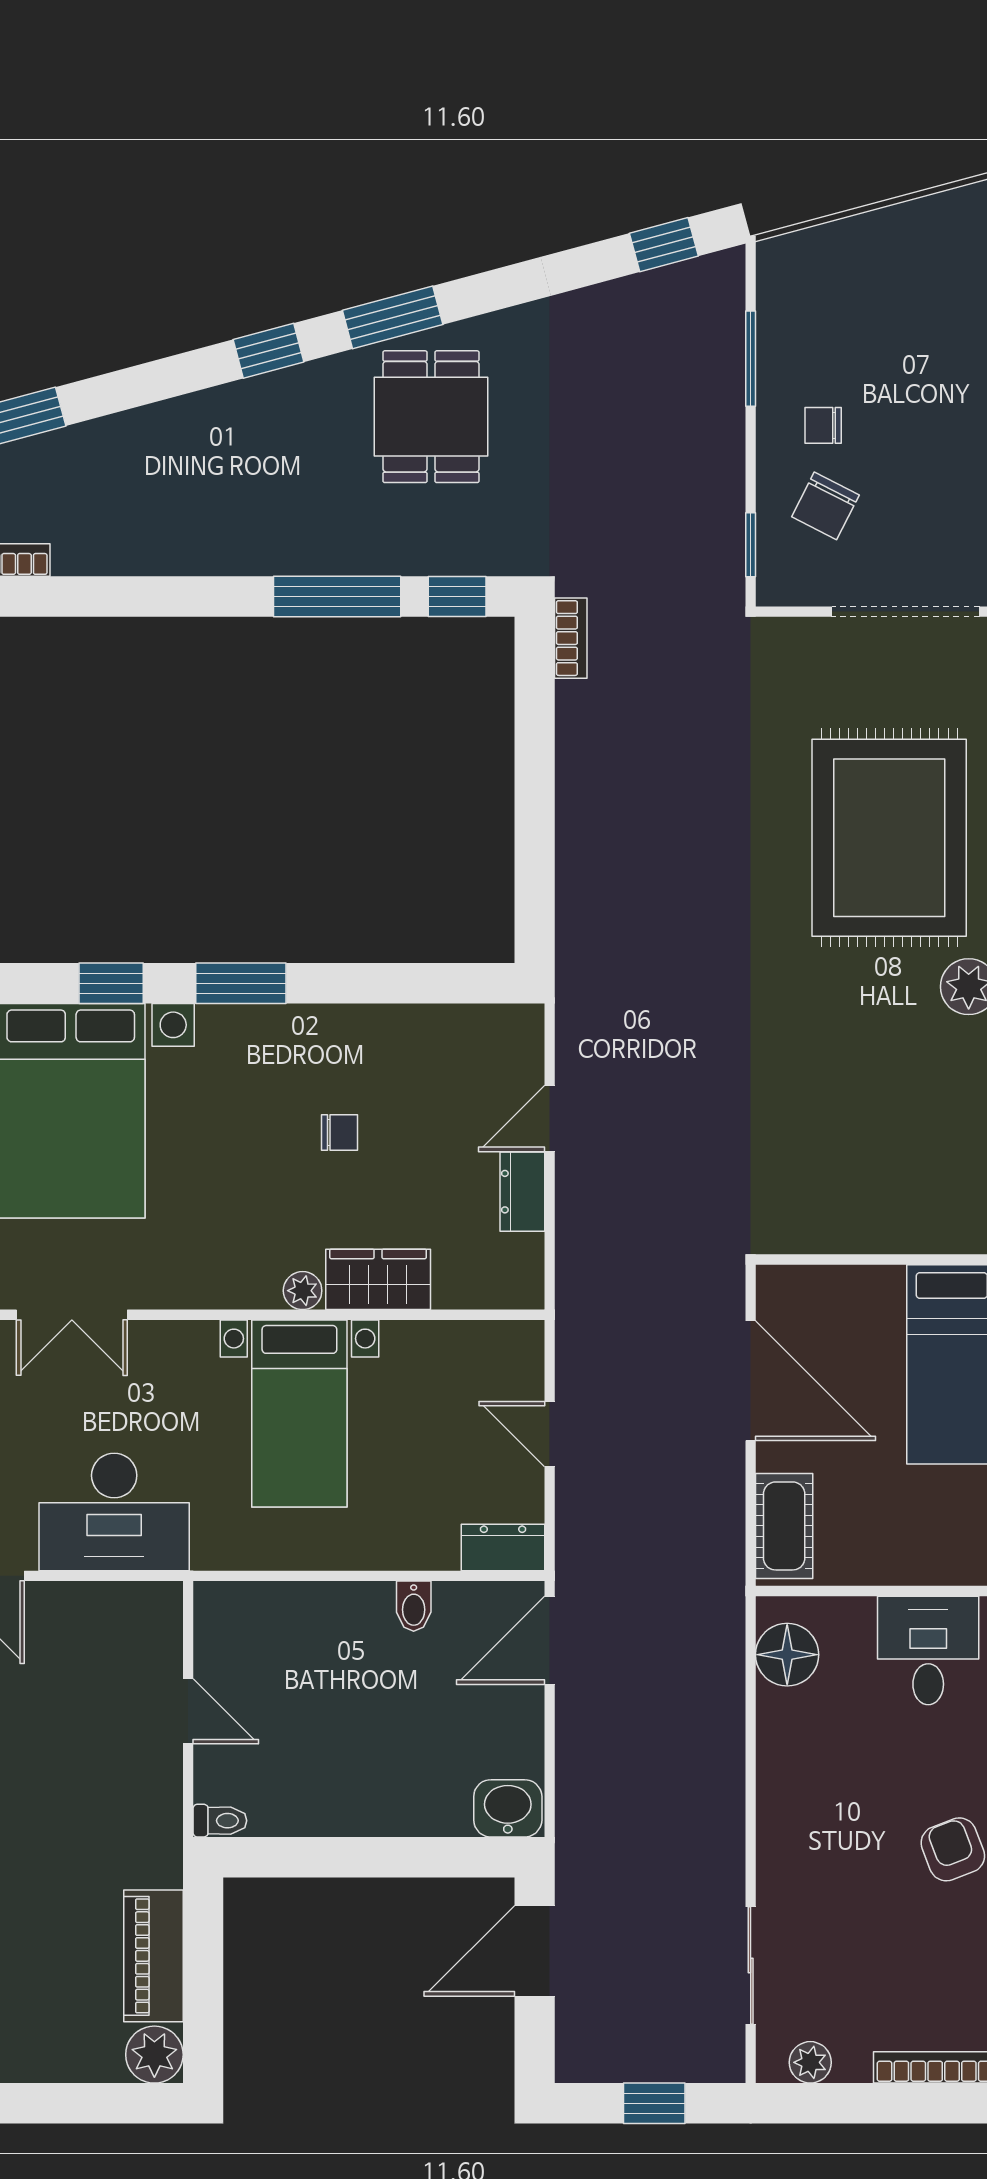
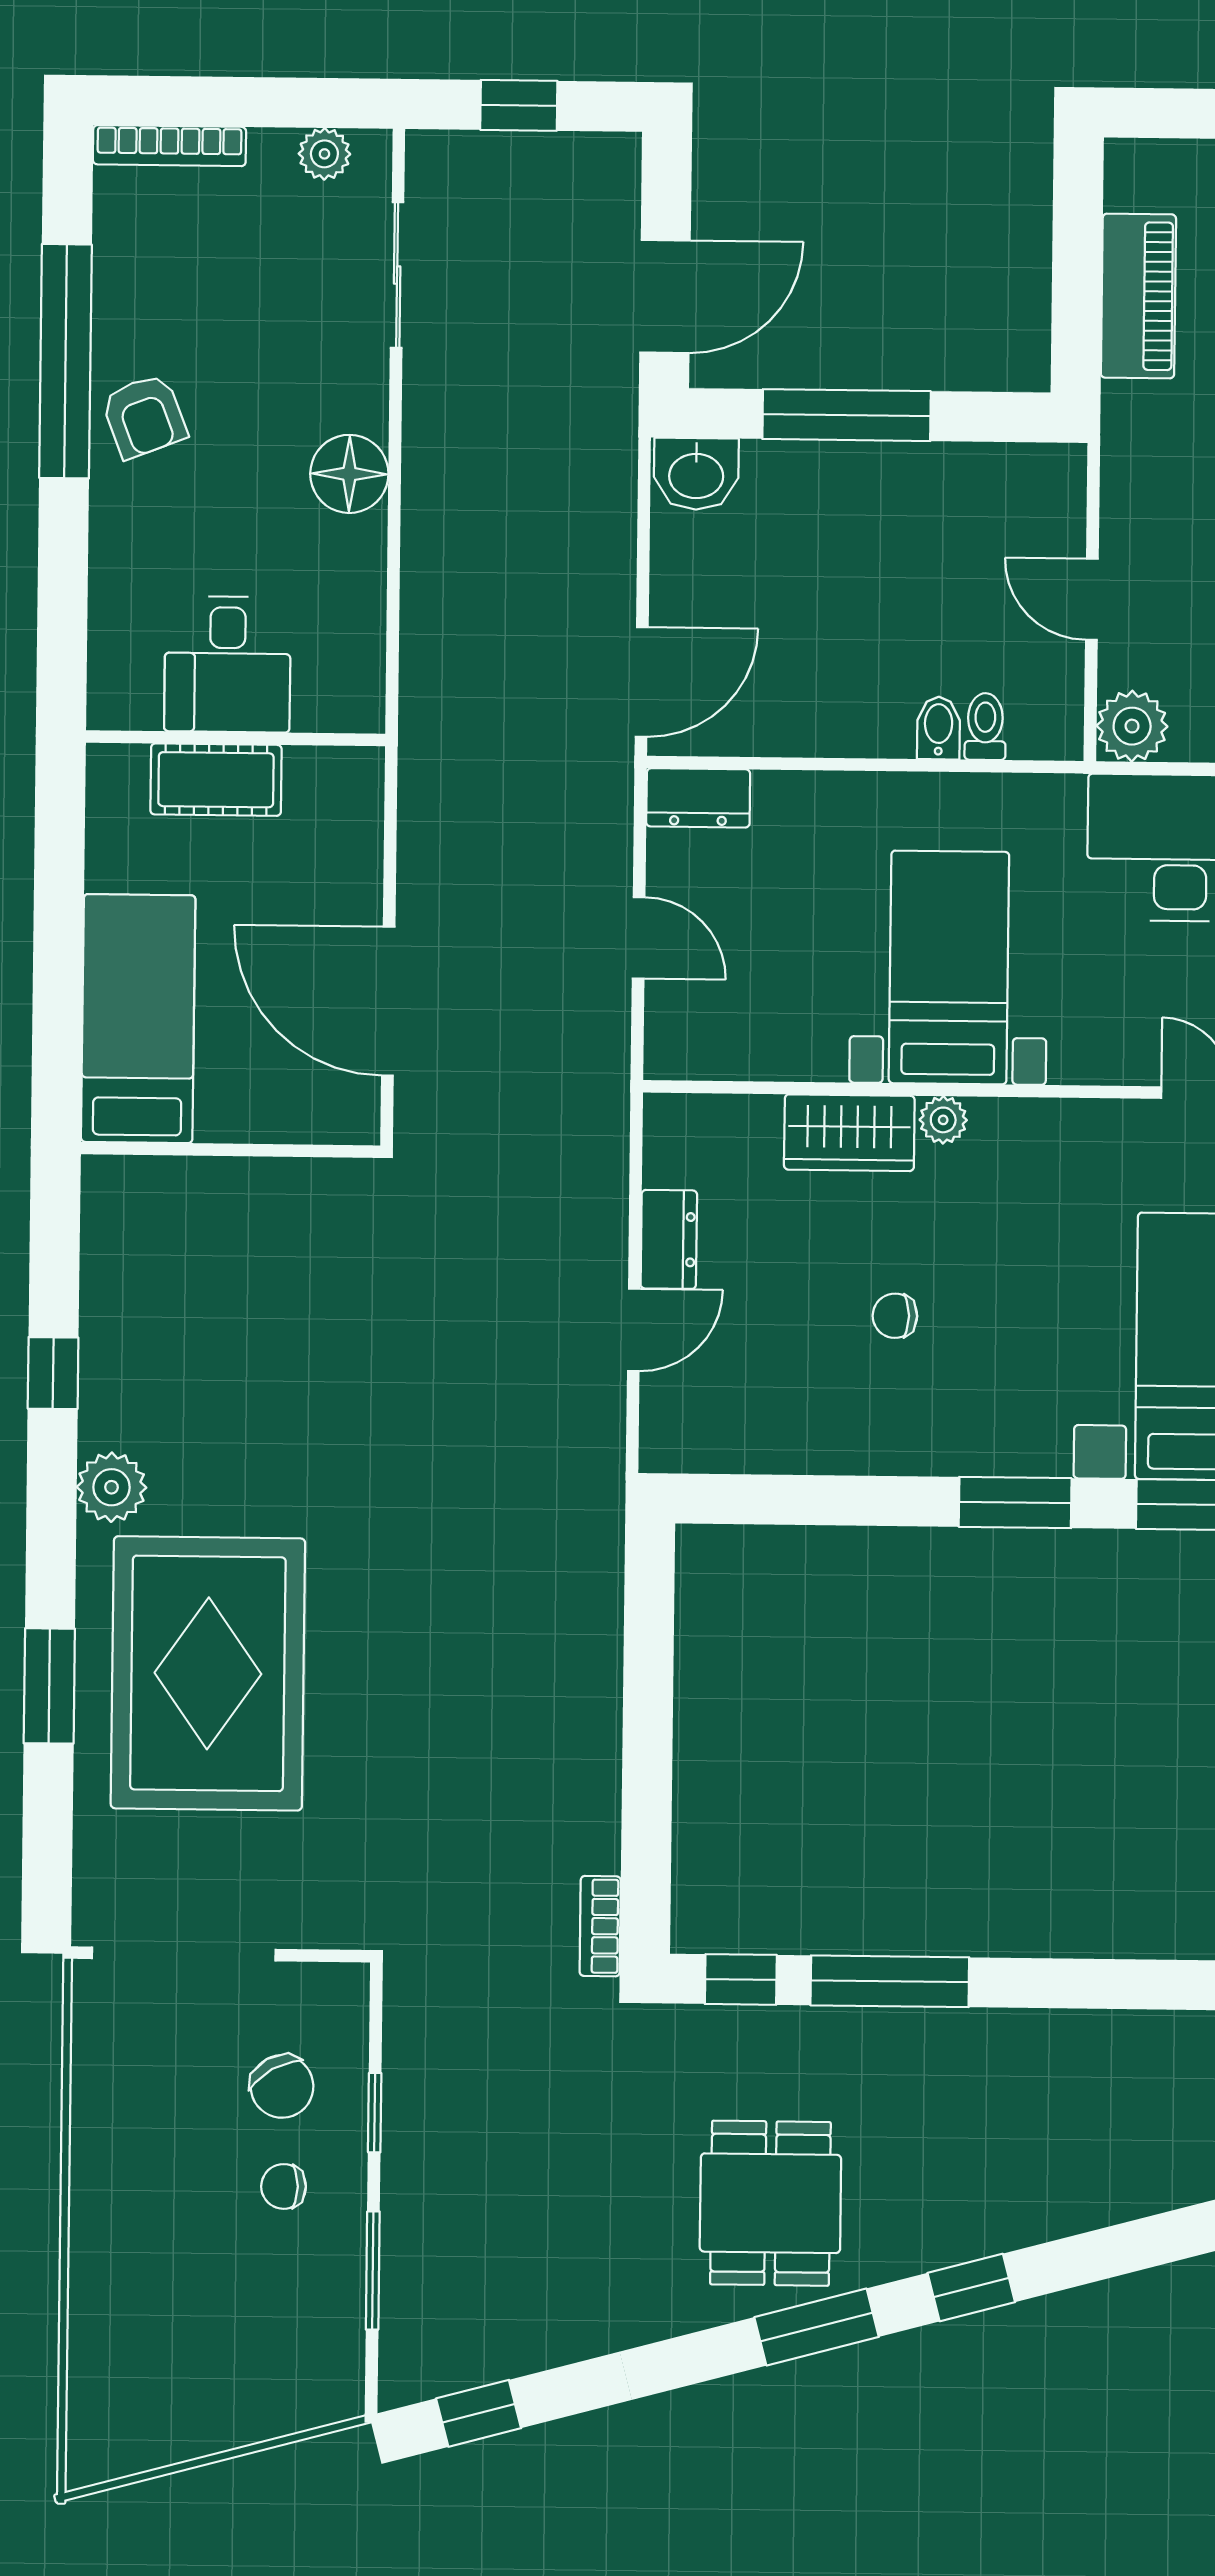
chair: (823, 425) -> (284, 2186), turned 180
chair: (825, 506) -> (282, 2086), turned 123
window: (751, 545) -> (375, 2113), moved
cot: (784, 1526) -> (216, 780), moved, turned 90
bidet: (414, 1606) -> (939, 728), moved
desk: (928, 1650) -> (227, 664), moved
floor lamp: (787, 1655) -> (349, 474), moved
toilet: (220, 1821) -> (985, 727), moved, turned 90
window: (387, 1857) -> (847, 415), added
plant: (154, 2055) -> (1132, 726), moved

